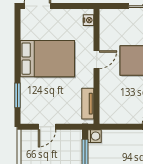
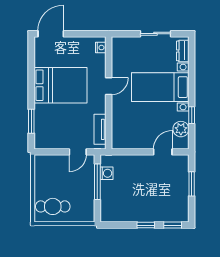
door: (47, 127) -> (78, 152), moved
washing machine: (94, 136) -> (107, 173), moved

